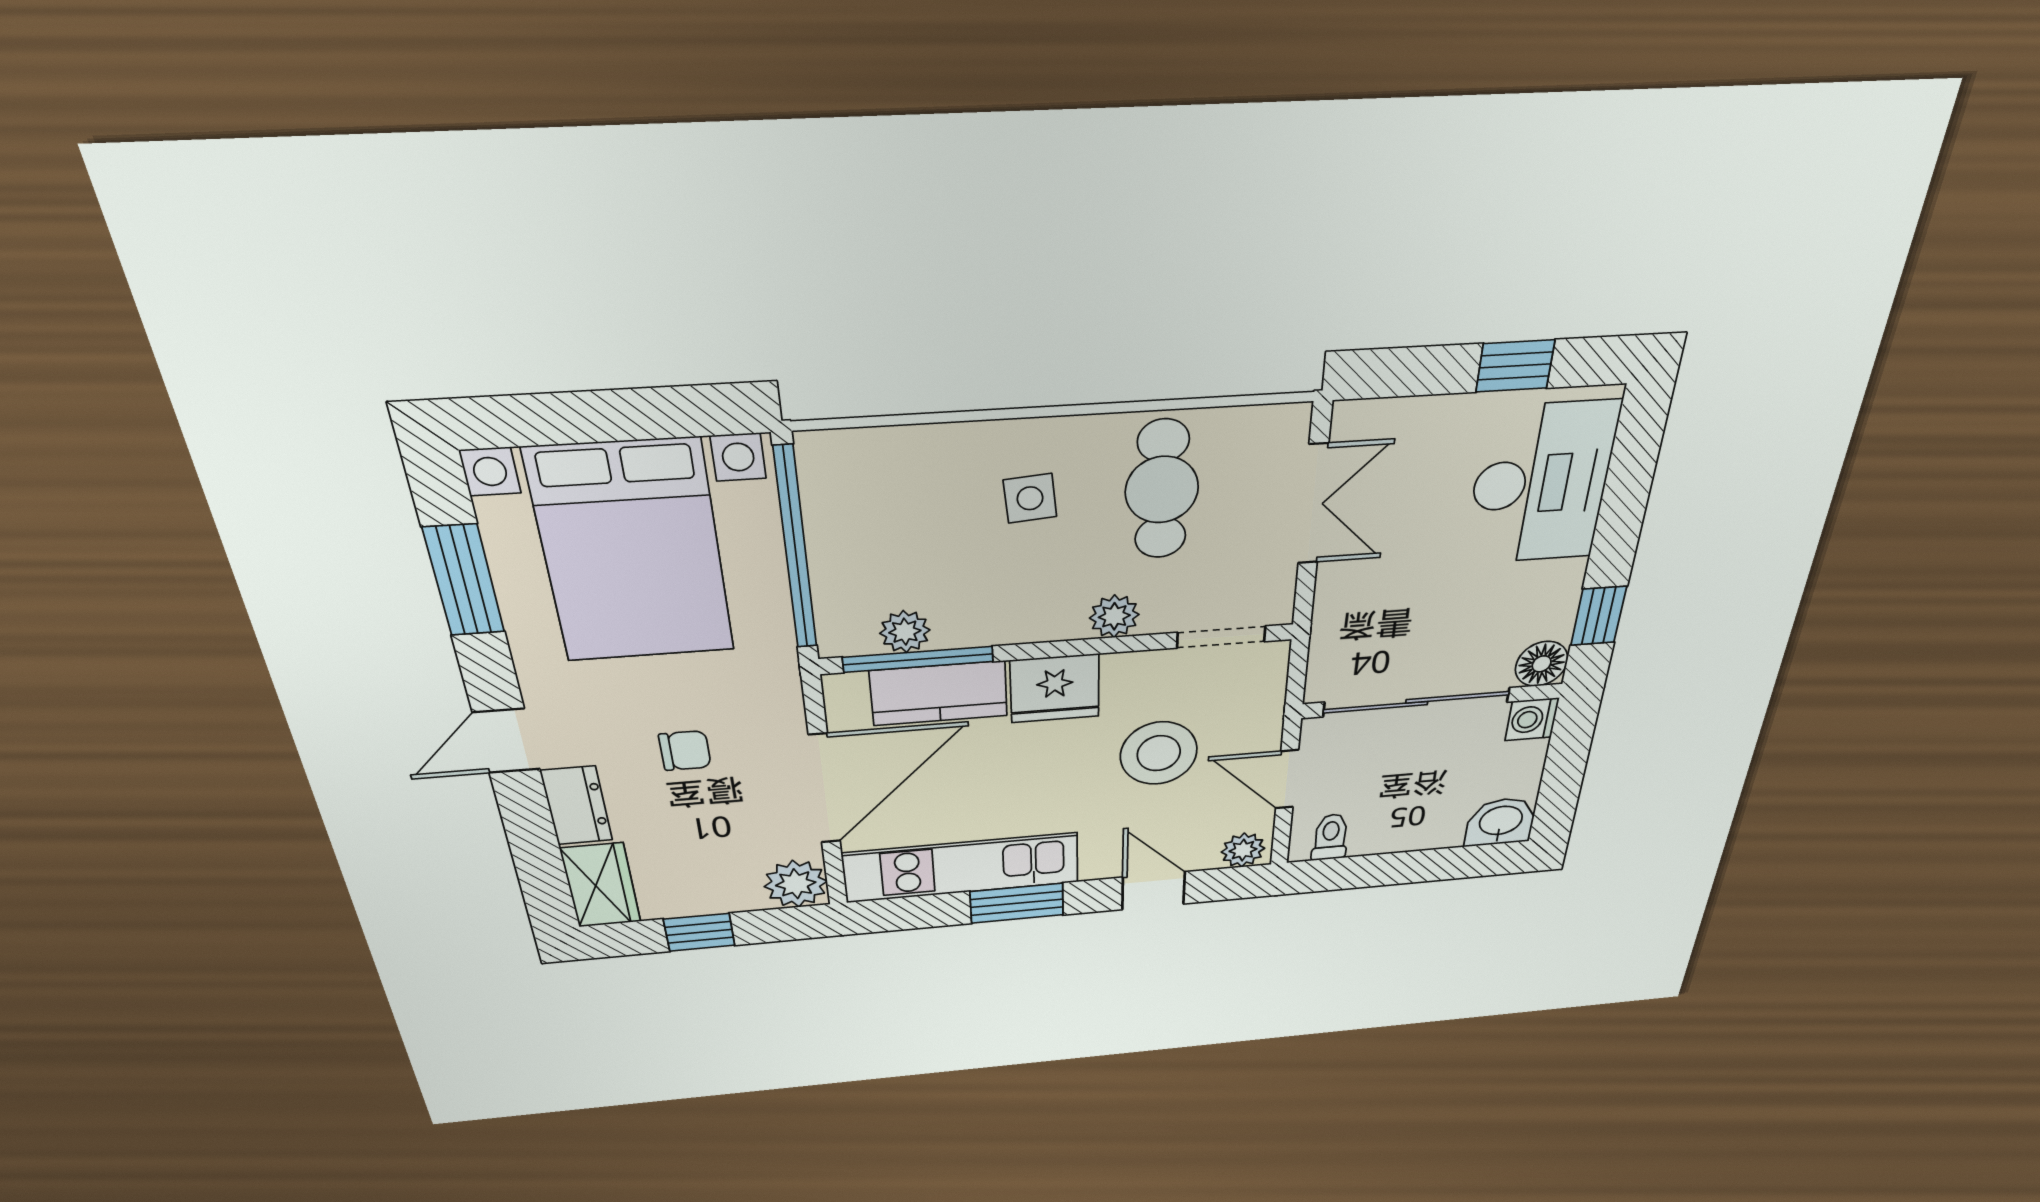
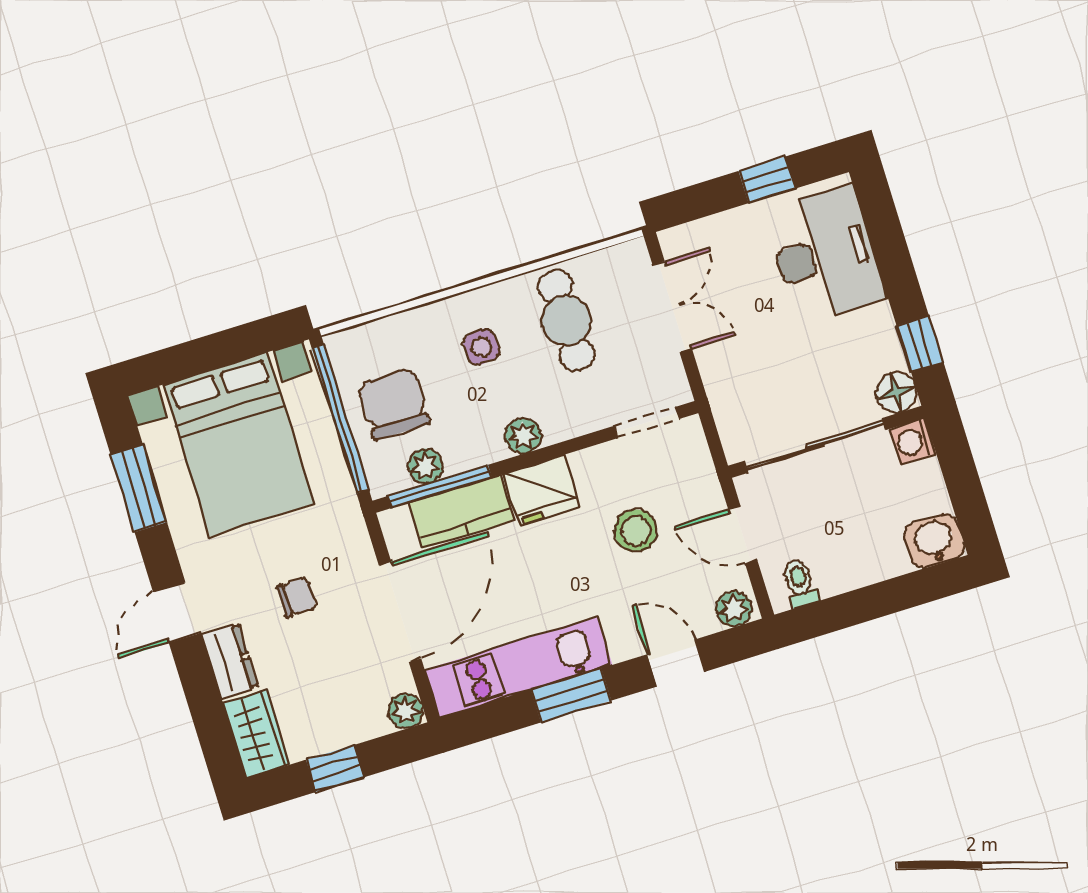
chair: (880, 546) -> (394, 404), added
plant: (1114, 616) -> (523, 436), moved
stool: (1159, 753) -> (636, 531), width x0.73, depth x0.73
plant: (796, 884) -> (406, 711), width x0.73, depth x0.73

